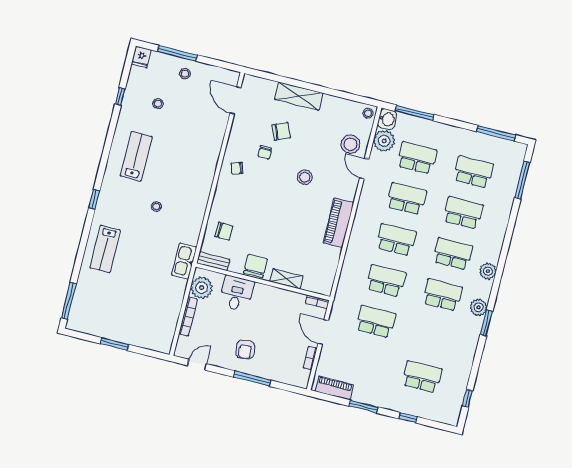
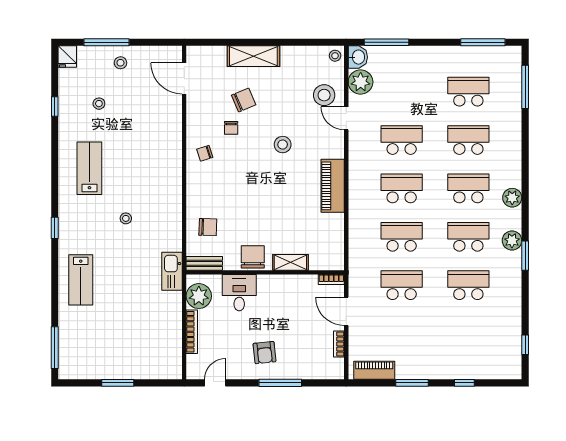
school desk: (417, 158) -> (402, 92), removed
school desk: (422, 377) -> (468, 285), moved

